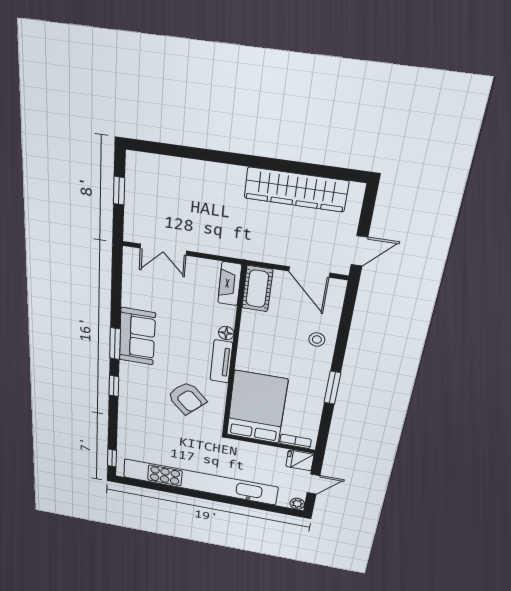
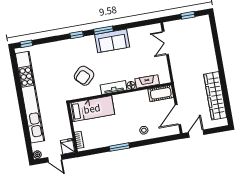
door: (359, 251) -> (196, 134), swing flipped
fireplace: (230, 284) -> (147, 82), moved
bed: (257, 407) -> (92, 109), width x0.67

